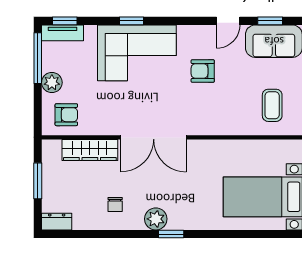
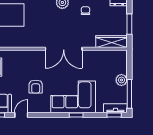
armchair: (203, 71) -> (36, 87), turned 90
armchair: (66, 115) -> (113, 62), removed
double door: (154, 137) -> (64, 49), swing flipped
wardrobe: (90, 150) -> (112, 42), moved

